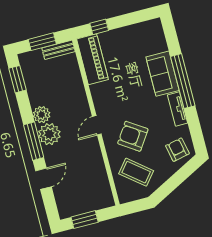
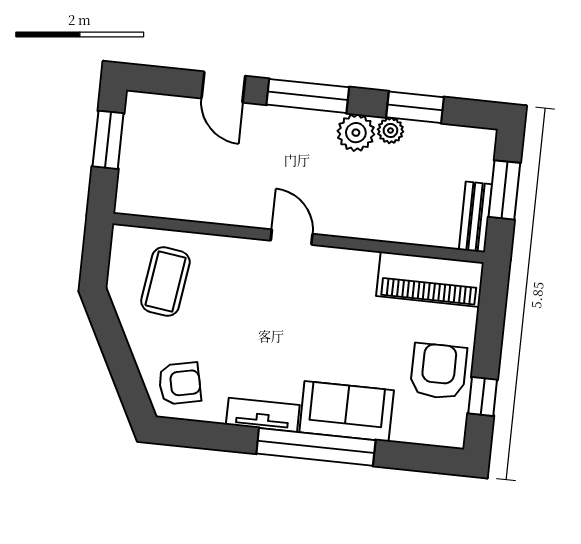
window: (99, 27) -> (483, 396), moved
window: (18, 79) -> (415, 107), moved
plant: (49, 134) -> (390, 130), moved, width x0.53, depth x0.53
armchair: (133, 136) -> (439, 371), moved, turned -34
coffee table: (136, 172) -> (165, 282), turned -31

